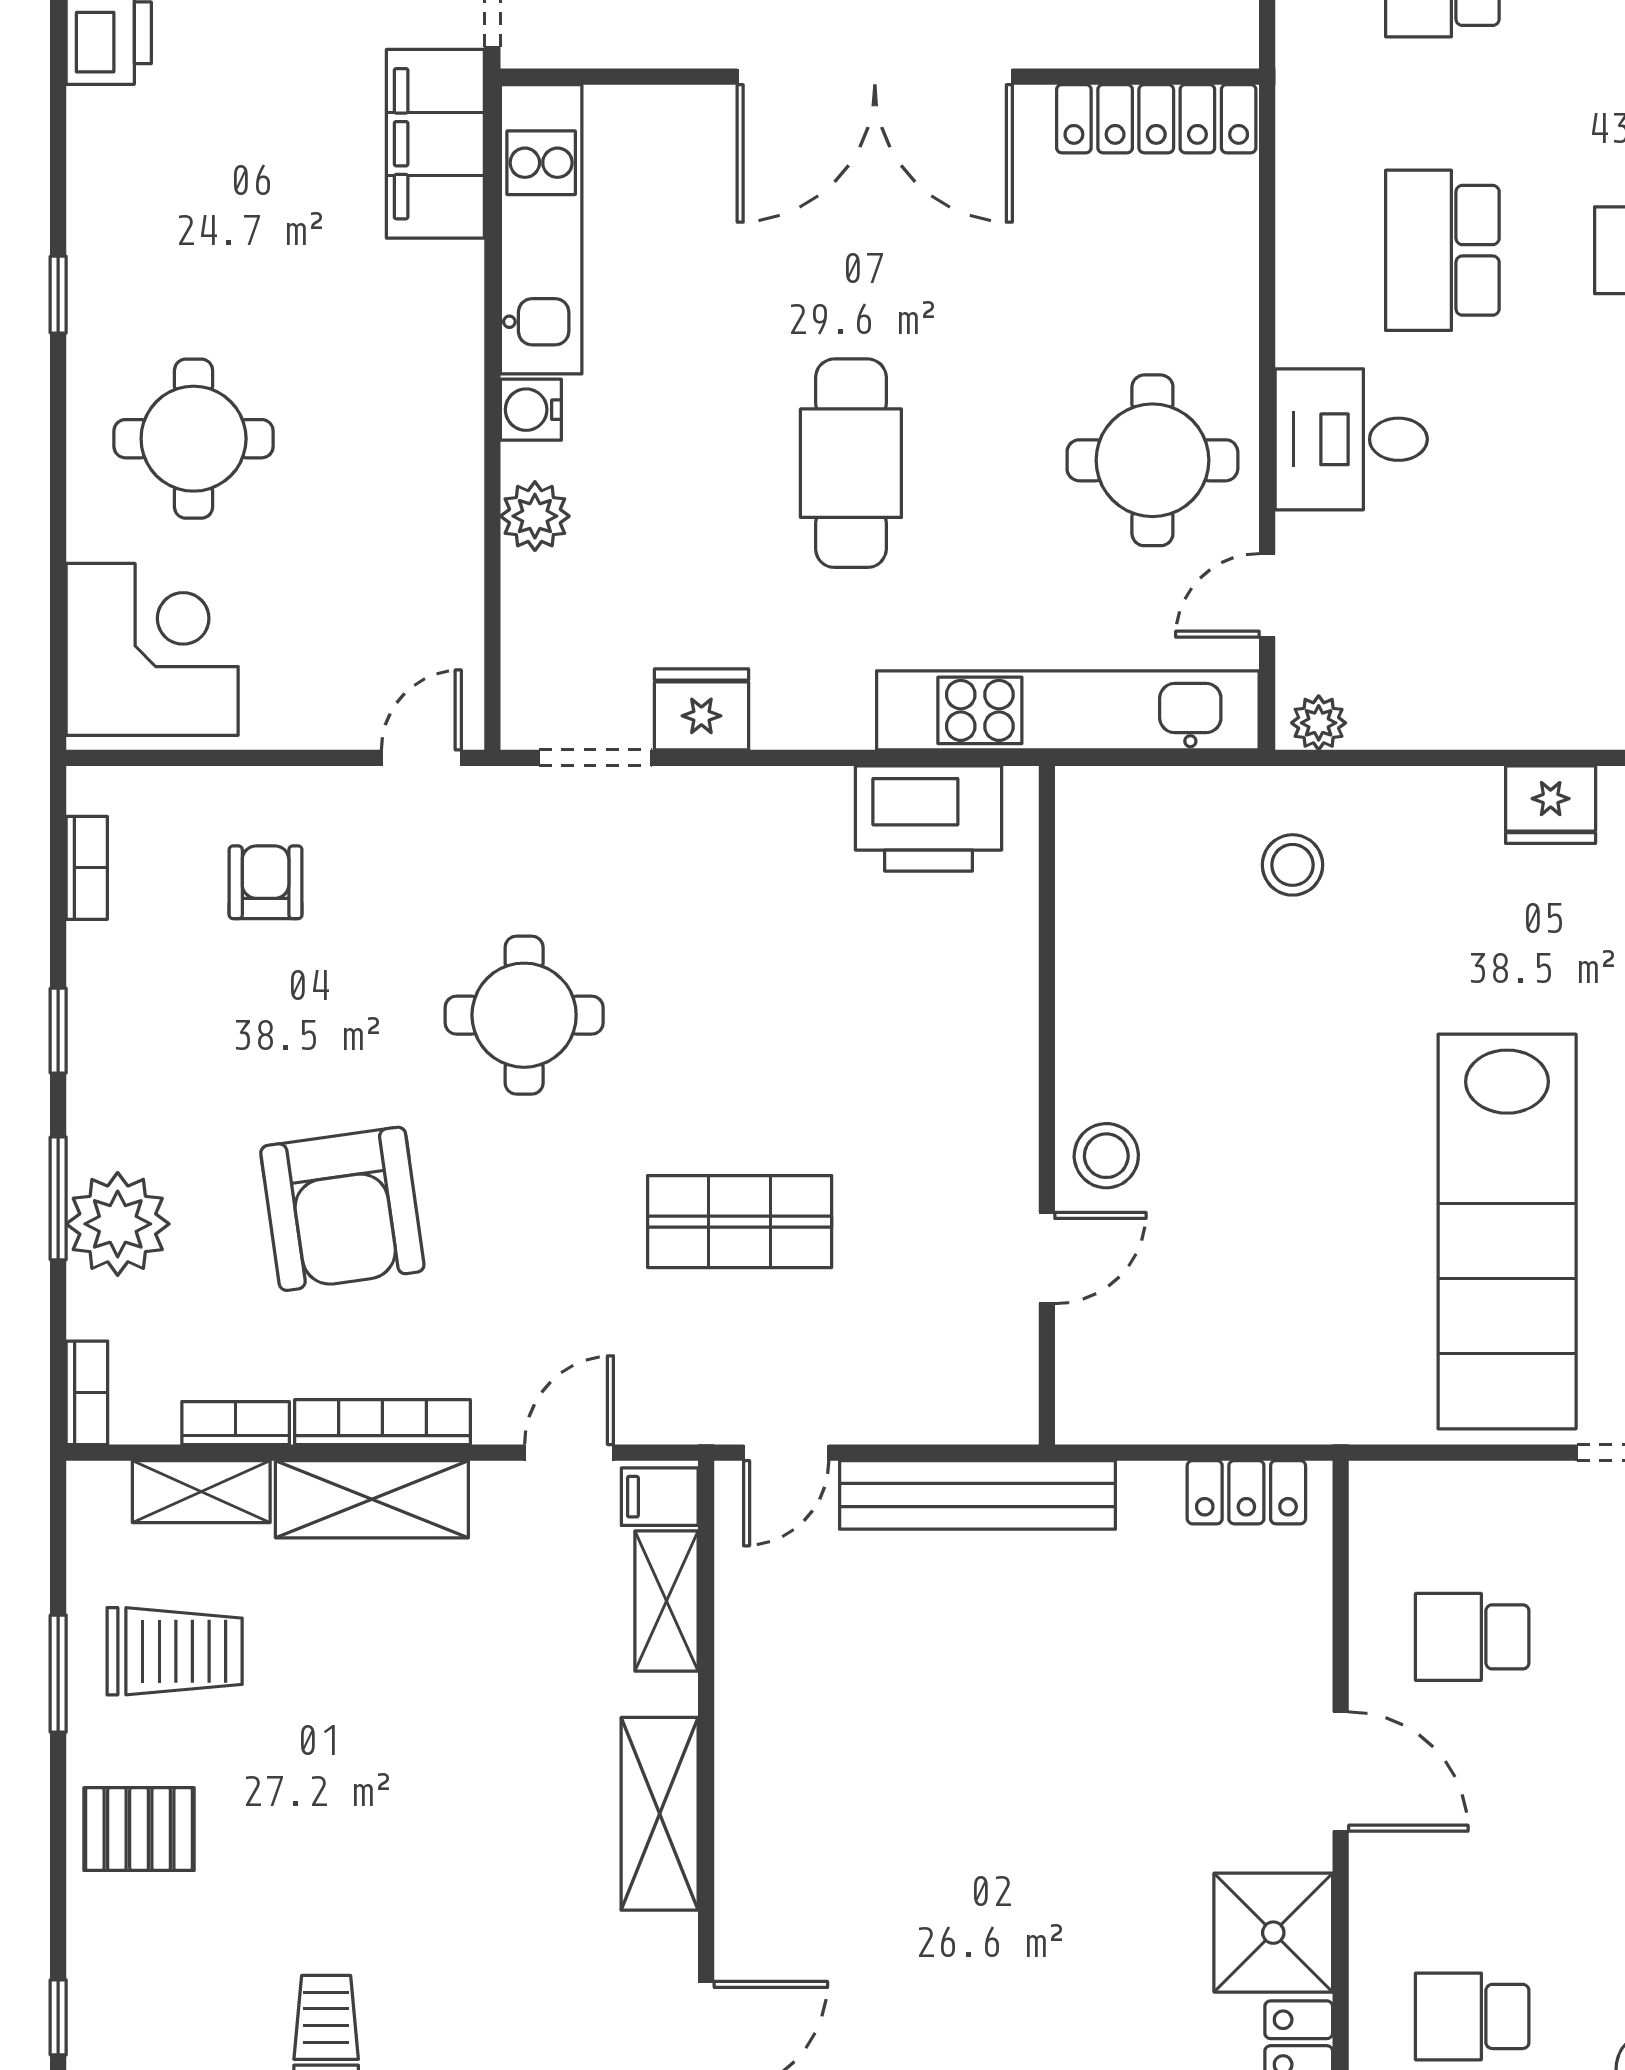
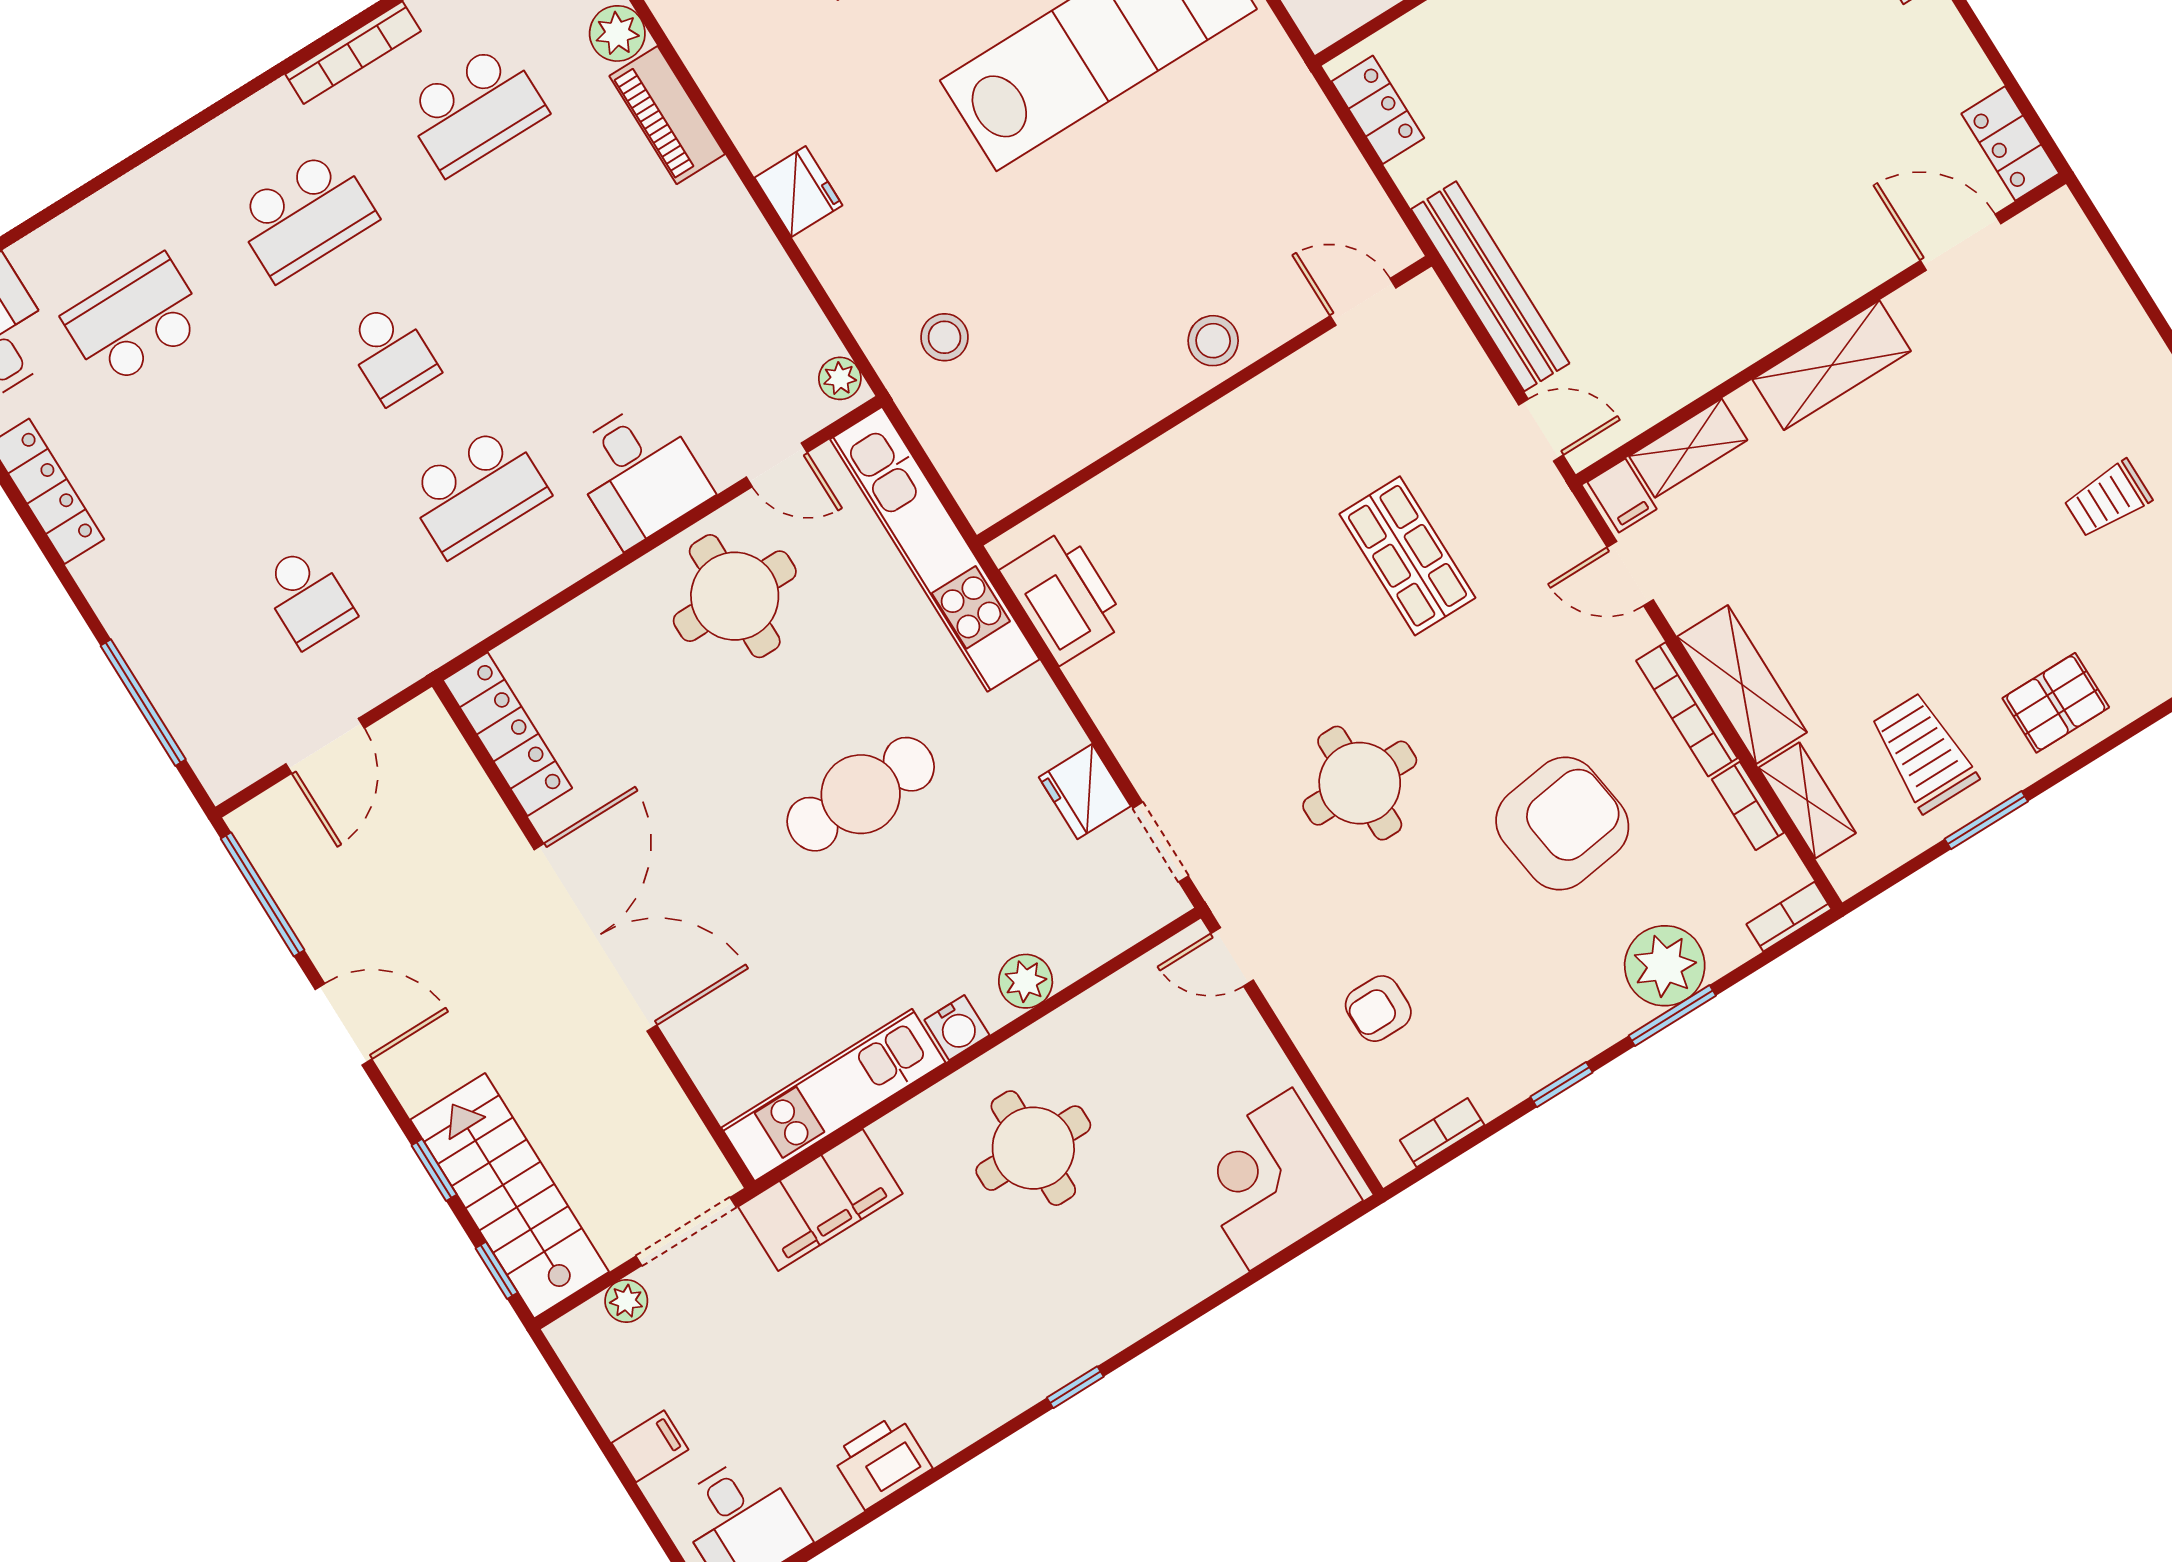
round table: (194, 439) -> (1033, 1148), moved
door: (1047, 1258) -> (1363, 302), moved
pallet: (139, 1829) -> (2056, 703), turned 90

